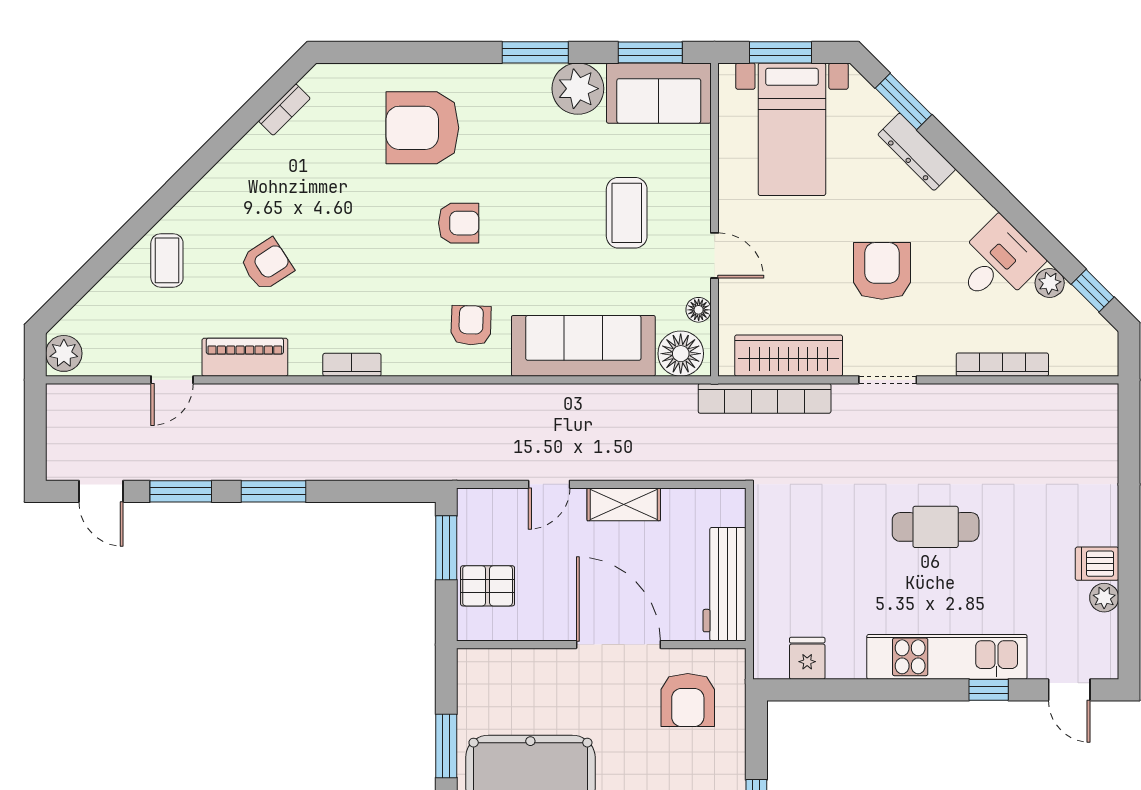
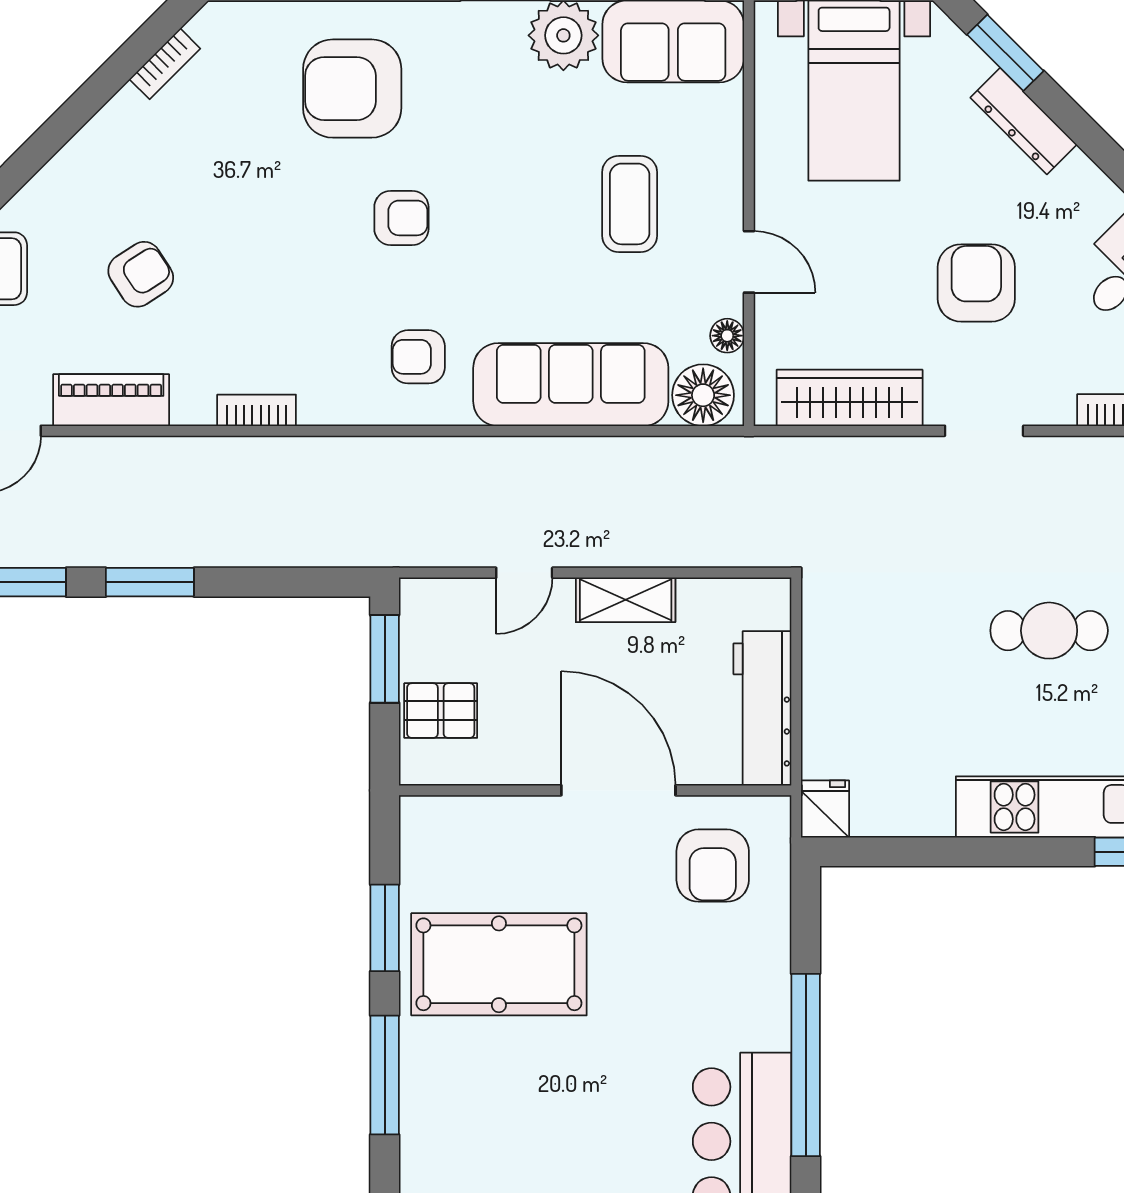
armchair: (471, 325) -> (418, 357), turned -92
bookcase: (765, 398) -> (817, 456), removed
fridge: (807, 658) -> (825, 809), moved

